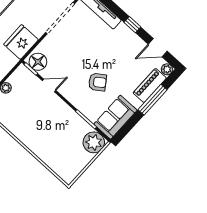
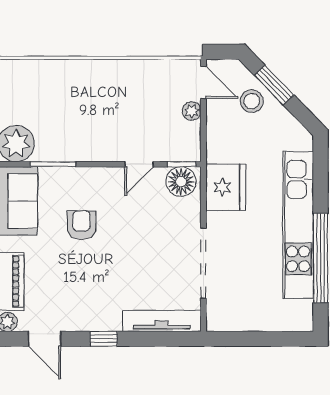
door: (158, 48) -> (45, 339), swing flipped
armchair: (97, 82) -> (81, 225), turned 125

